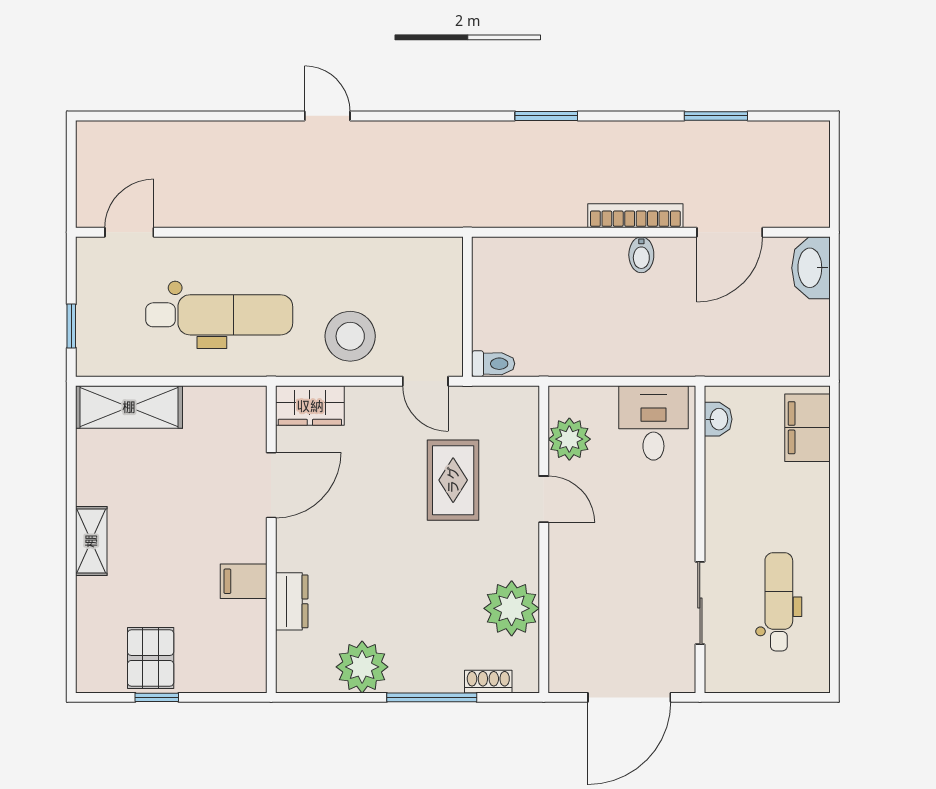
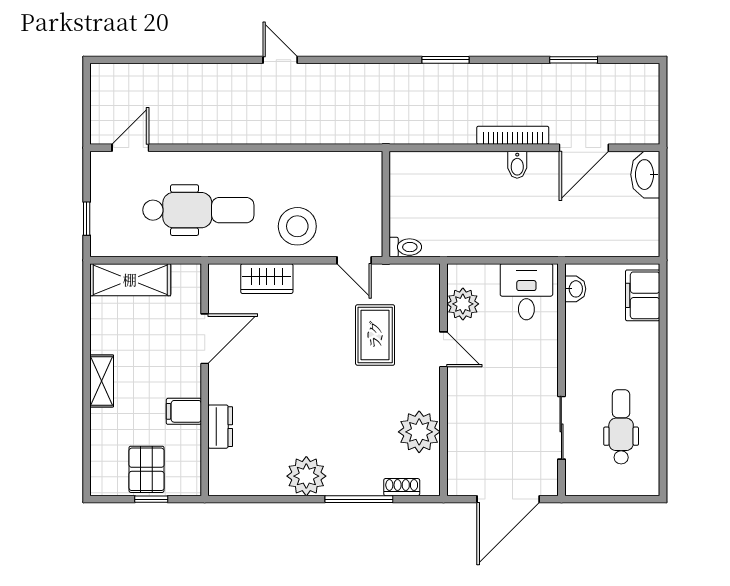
door: (271, 485) -> (205, 339), moved
wall: (271, 539) -> (205, 380), moved
filing cabinet: (244, 581) -> (184, 411), moved
dresser: (292, 601) -> (220, 427), moved

